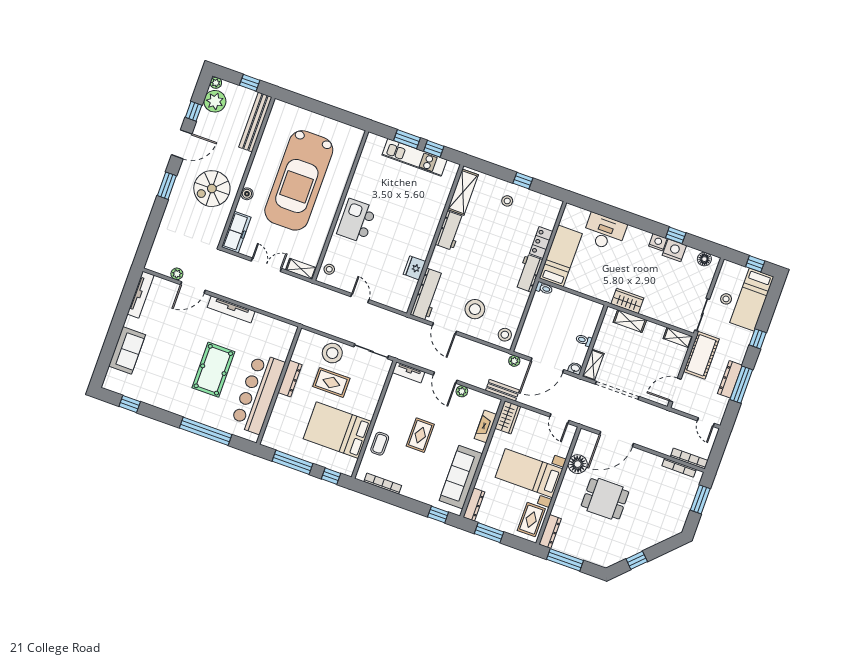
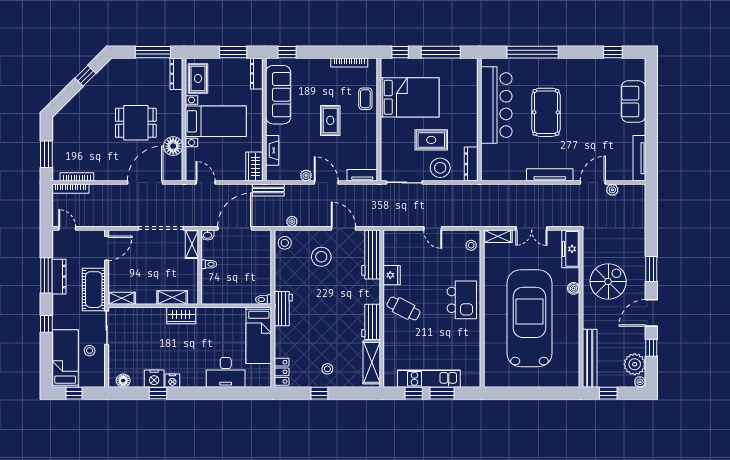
cafe table: (415, 232) -> (403, 308), added
locker: (541, 242) -> (282, 372), moved
plant: (514, 361) -> (292, 221), moved
dresser: (290, 379) -> (471, 164), moved

